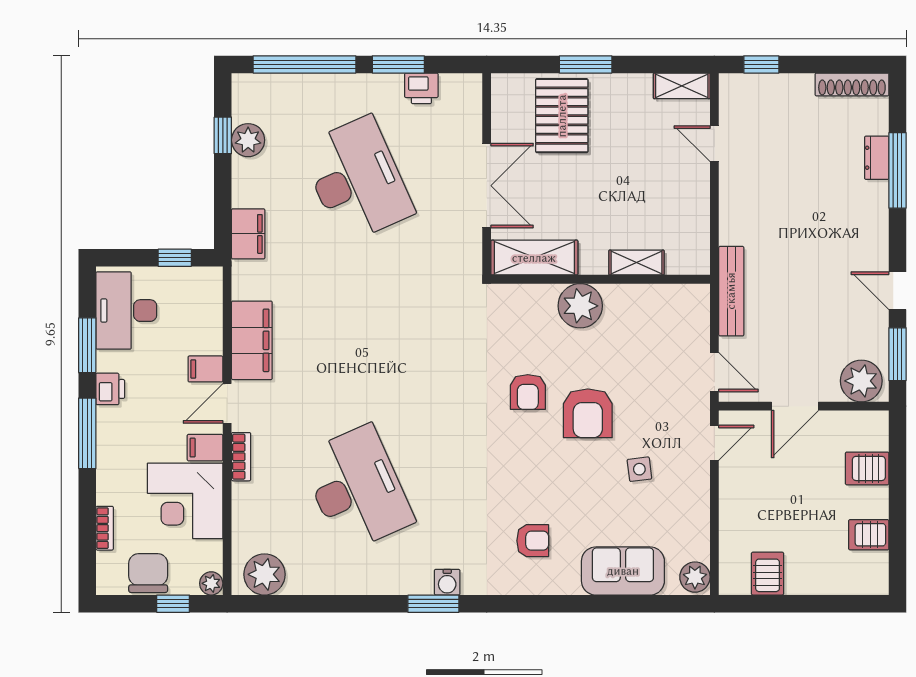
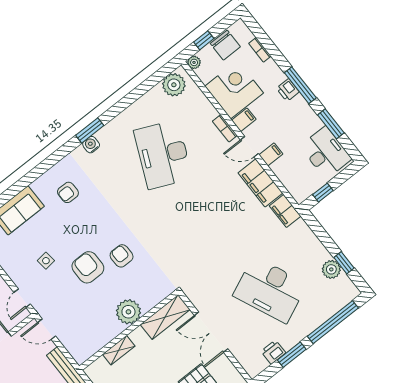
filing cabinet: (248, 234) -> (285, 211), moved
printer: (110, 389) -> (288, 90), moved
door: (227, 403) -> (249, 147), swing flipped
desk: (357, 488) -> (163, 154), turned 48

